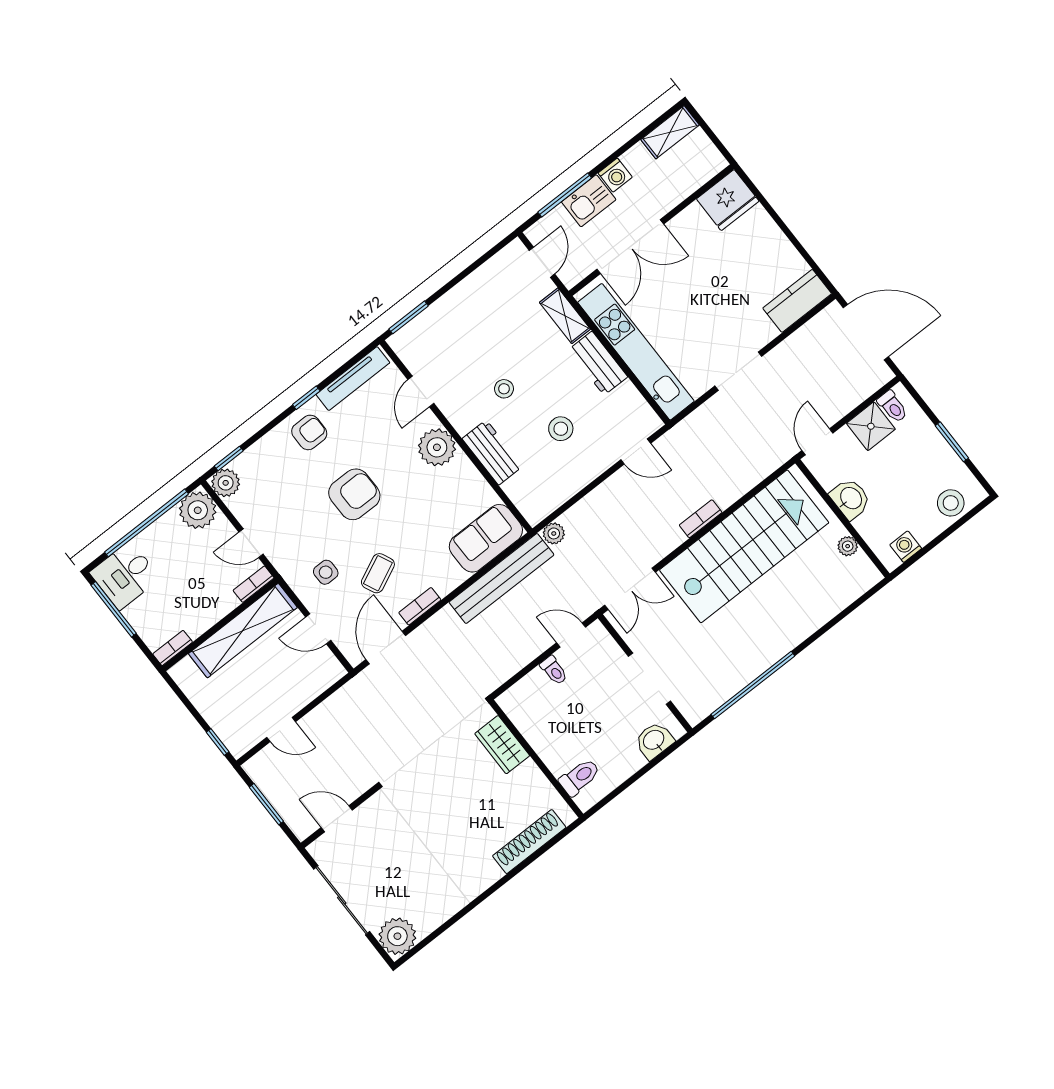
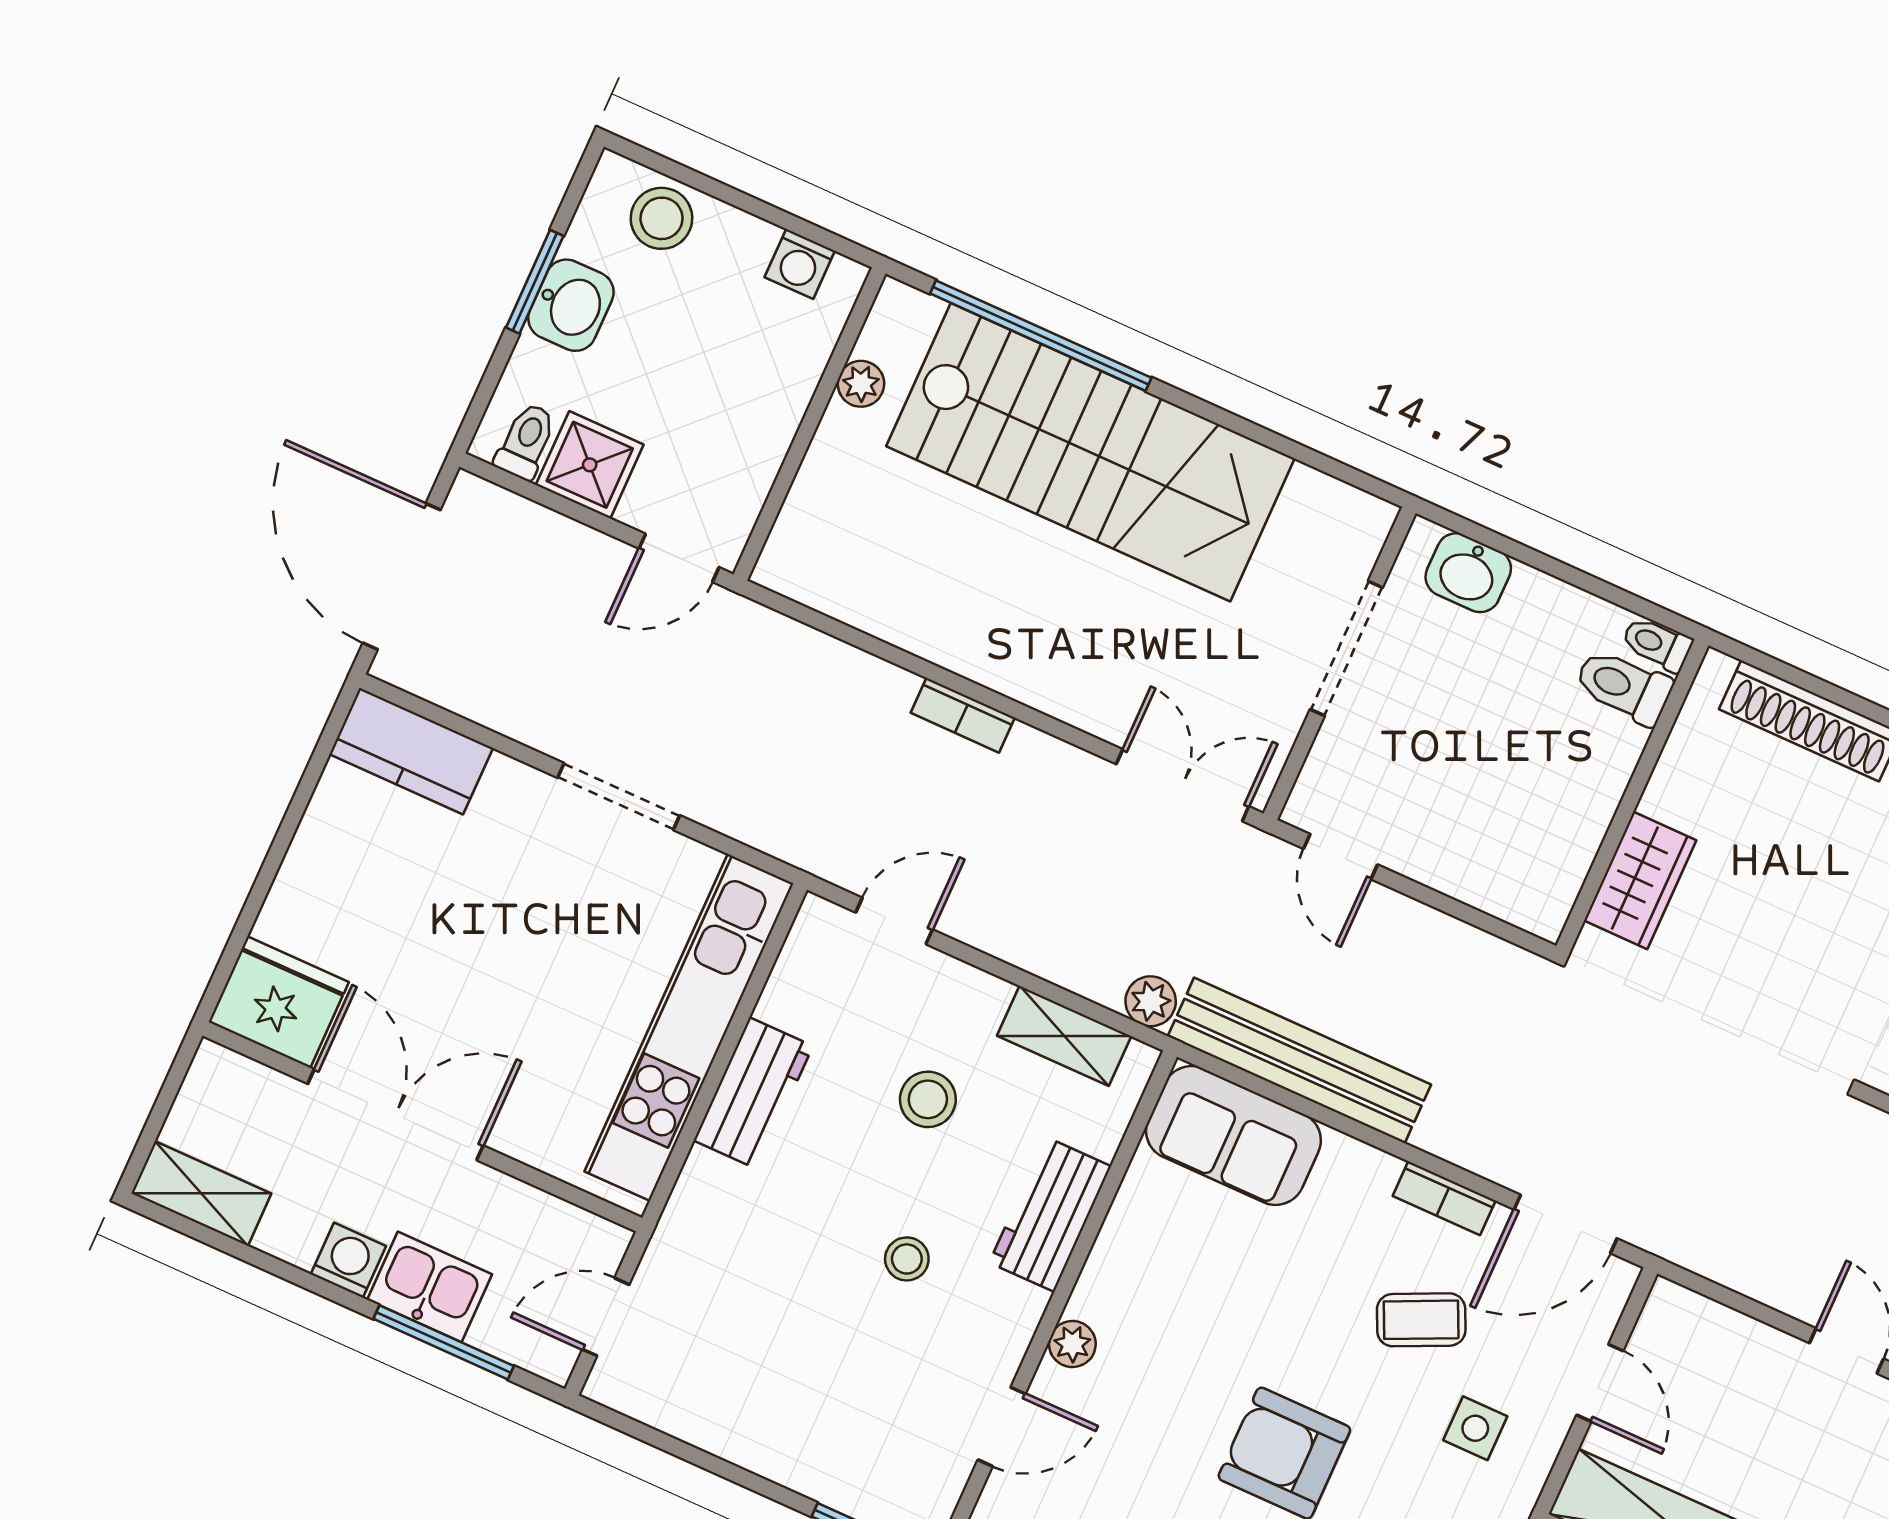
double door: (630, 247) -> (396, 1115), moved
shelving: (565, 316) -> (1064, 1036), moved, turned 90
plant: (437, 447) -> (1072, 1344), width x0.53, depth x0.53
door: (636, 451) -> (894, 921), hinge flipped
washbasin: (850, 499) -> (571, 305), moved, turned 180
stairs: (744, 546) -> (1090, 452), moved, turned 180
toilet: (554, 670) -> (1657, 644), moved, turned -90
window: (753, 685) -> (1041, 336), moved

